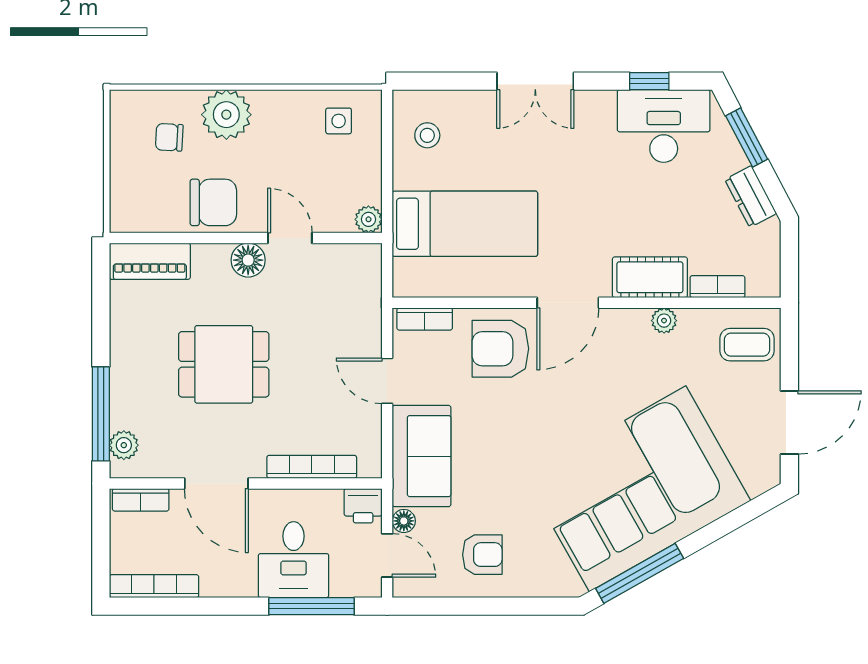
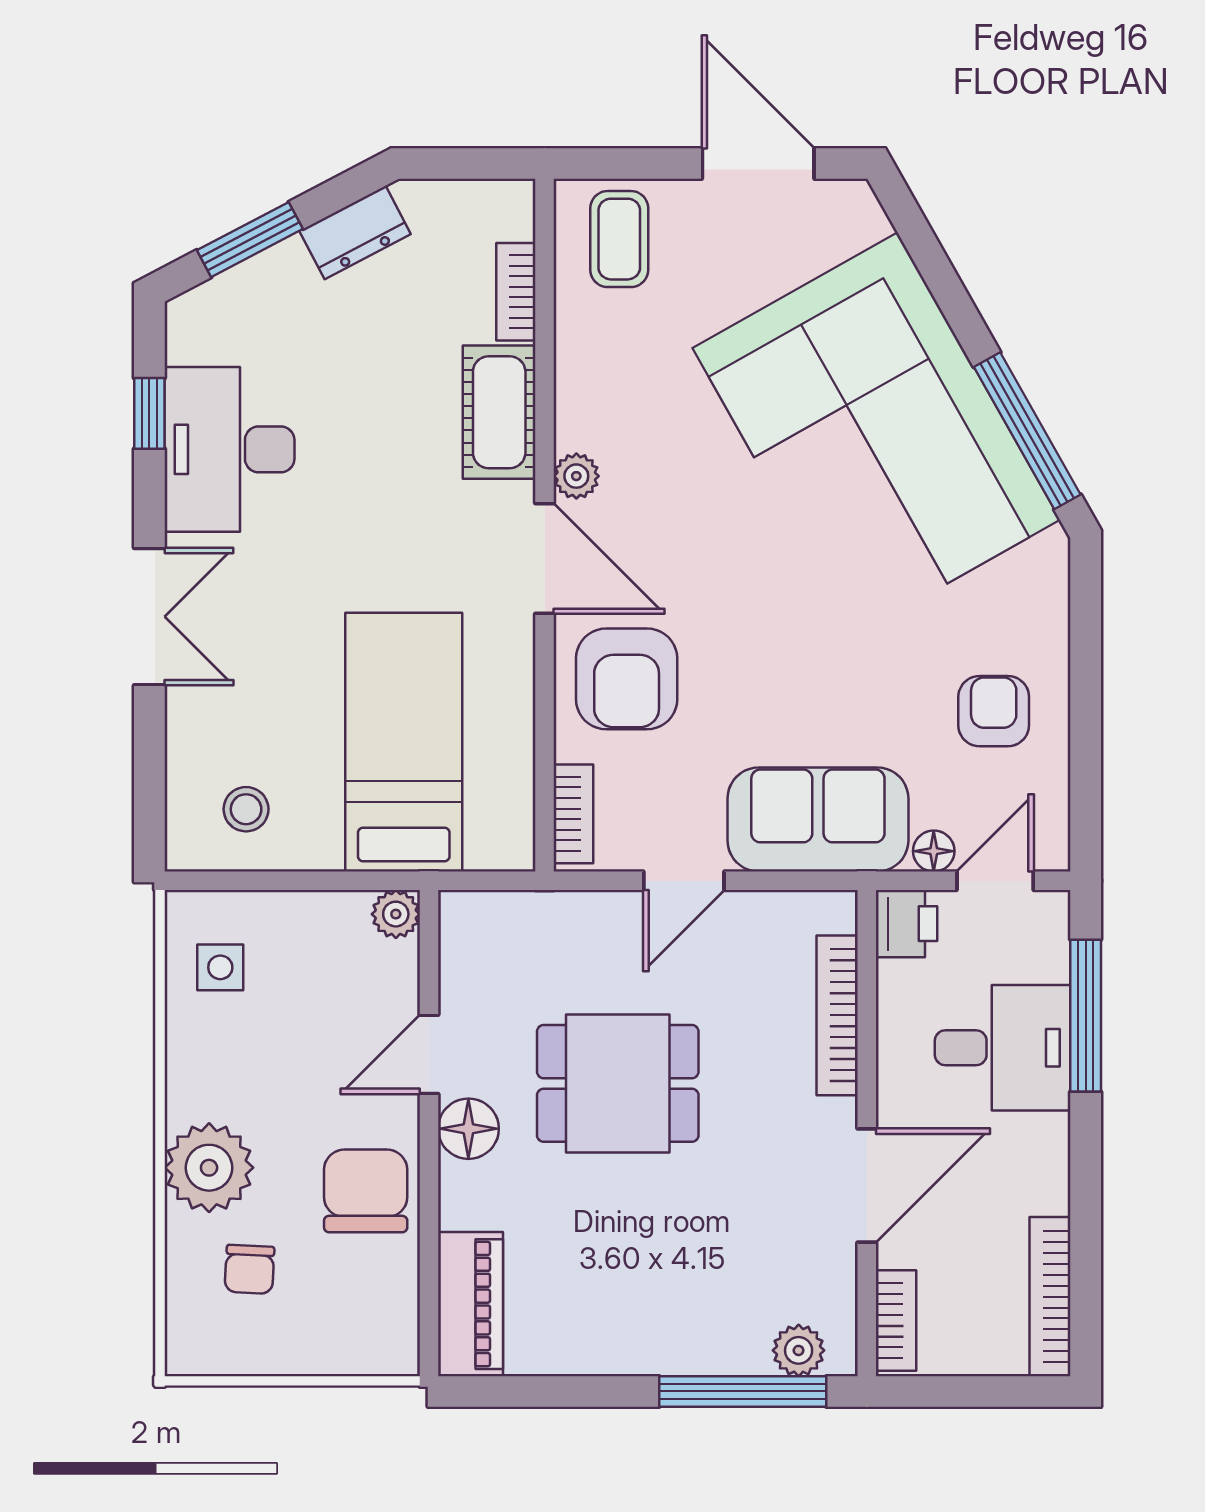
desk: (664, 126) -> (229, 449), moved
plant: (664, 321) -> (576, 476), moved
dining table: (224, 364) -> (618, 1083), moved, turned 90

